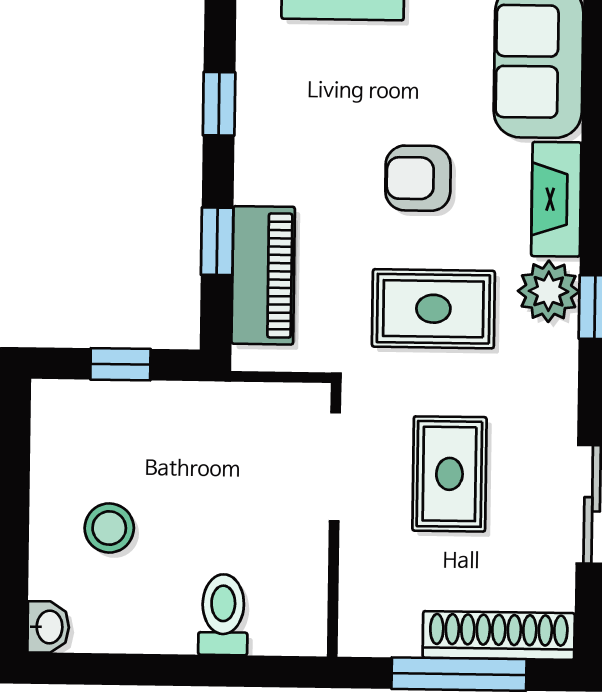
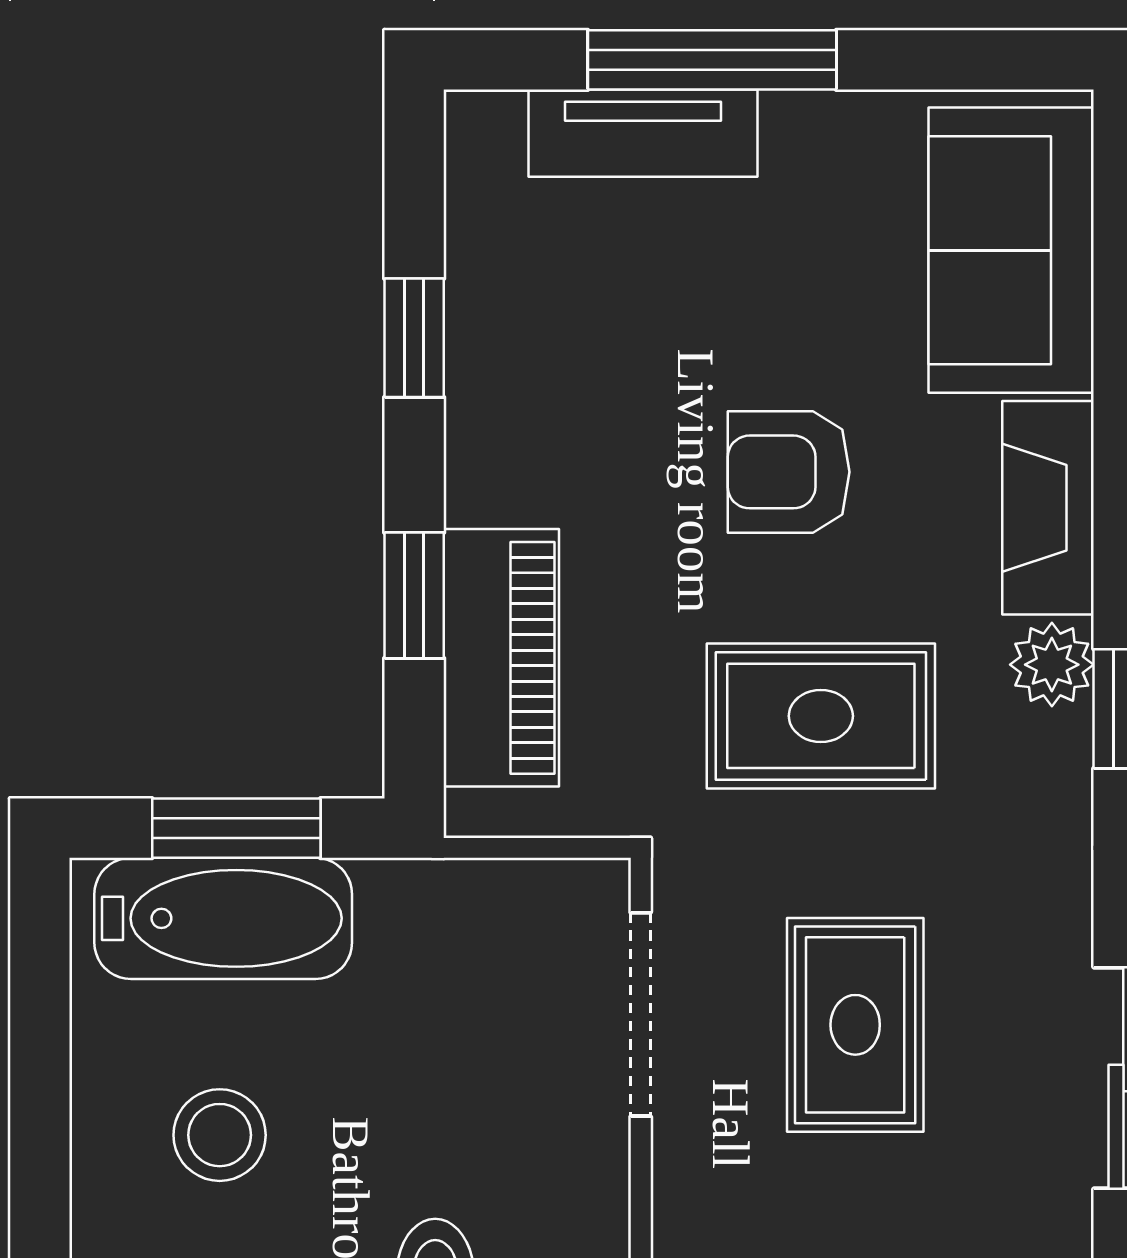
plant: (549, 291) -> (1052, 665), width x0.73, depth x0.73
window: (120, 364) -> (236, 828), width x1.50
bathtub: (113, 412) -> (223, 918), added

